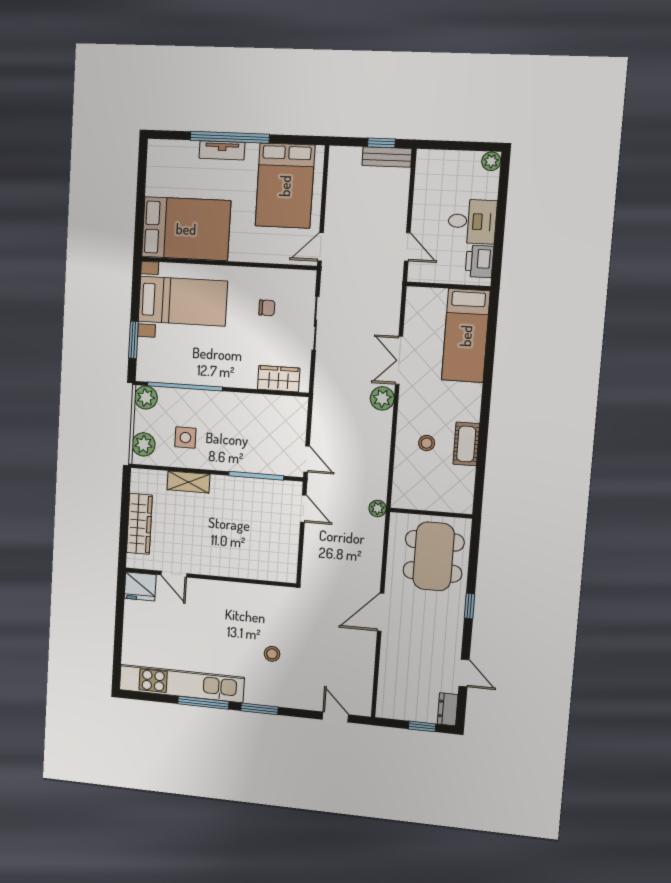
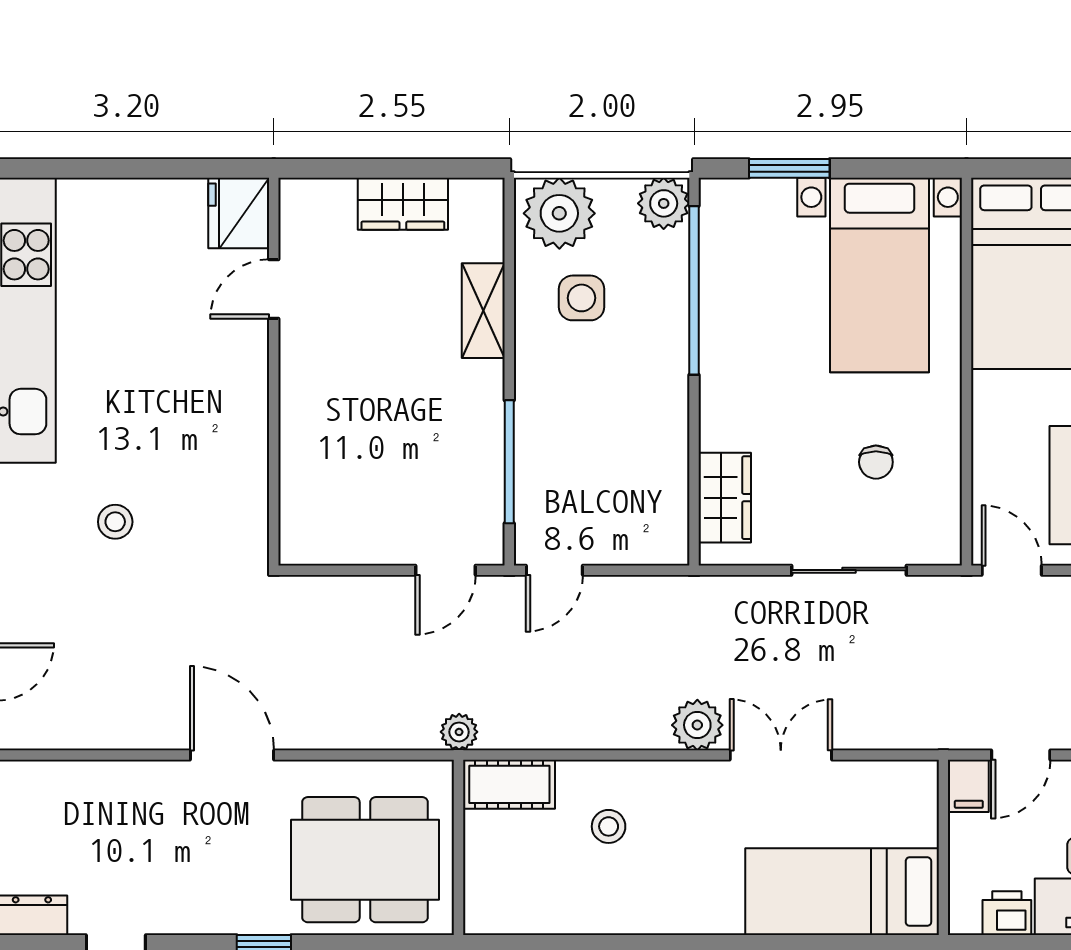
printer: (479, 261) -> (1007, 913), width x0.73, depth x0.81
filing cabinet: (420, 272) -> (969, 786), added
plant: (144, 444) -> (559, 213), width x1.36, depth x1.36
cot: (466, 444) -> (509, 784), moved
wardrobe: (139, 524) -> (403, 204), width x0.67

